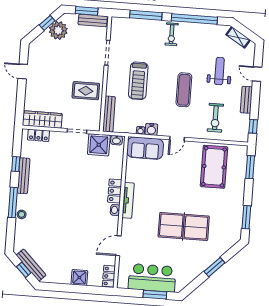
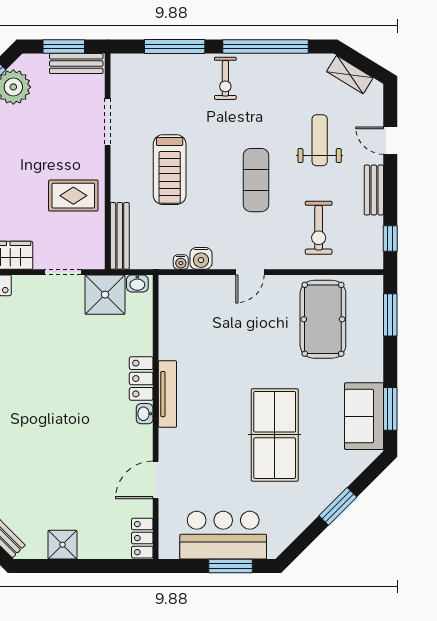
sofa: (145, 148) -> (364, 416), moved, turned 90
table tennis table: (184, 226) -> (275, 435), turned 90
shower: (79, 278) -> (63, 545), moved

